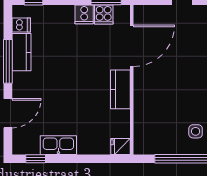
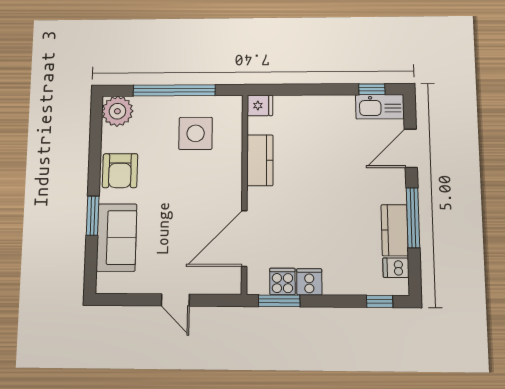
kitchen counter: (120, 89) -> (260, 160), moved
side table: (196, 131) -> (196, 133), moved, width x1.87, depth x1.87
kitchen sink: (58, 145) -> (380, 107), moved

